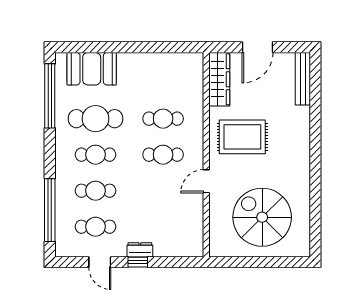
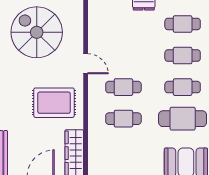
door: (206, 181) -> (86, 64), hinge flipped
spiral stairs: (262, 217) -> (37, 32), turned 180

